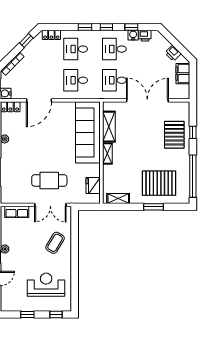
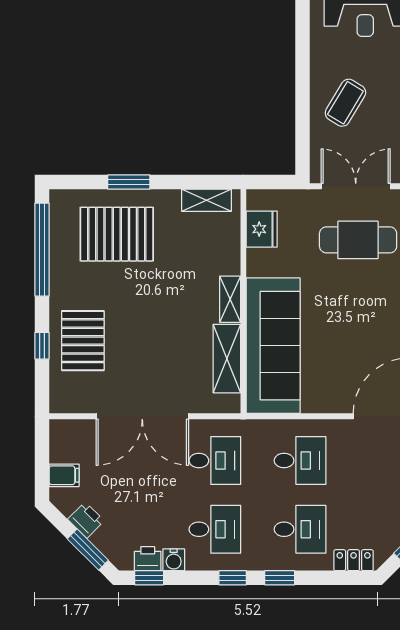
window: (131, 27) -> (149, 578), moved
window: (172, 40) -> (88, 550), added
filing cabinet: (183, 74) -> (64, 475), width x0.50

